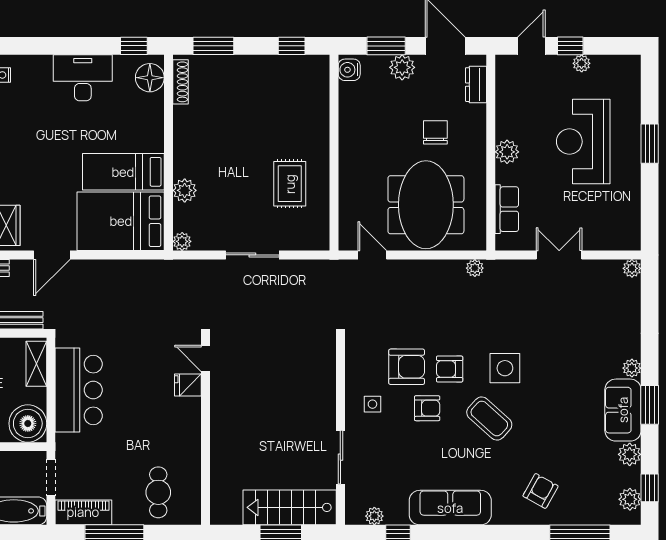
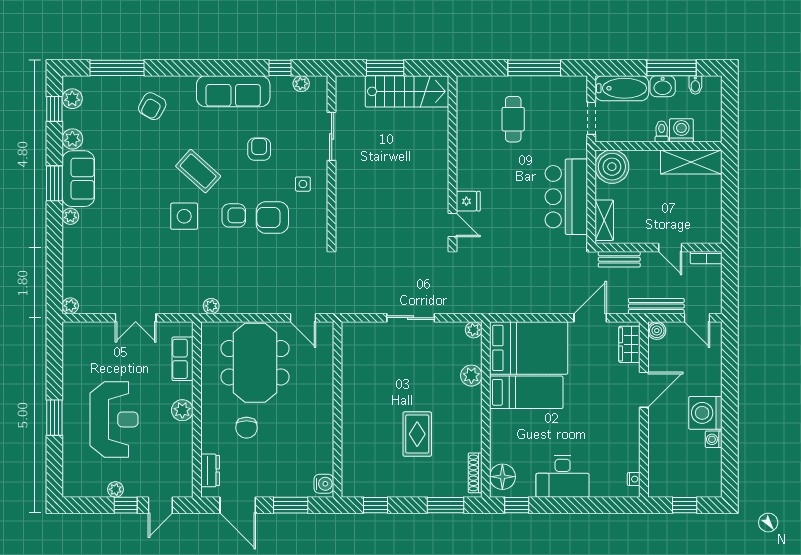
plant: (402, 67) -> (276, 486), removed
rug: (290, 184) -> (417, 434), moved
armchair: (427, 408) -> (259, 149), moved, turned 90
cafe table: (158, 492) -> (513, 119), moved
stairs: (290, 507) -> (407, 91), moved
piano: (83, 512) -> (562, 87), removed

